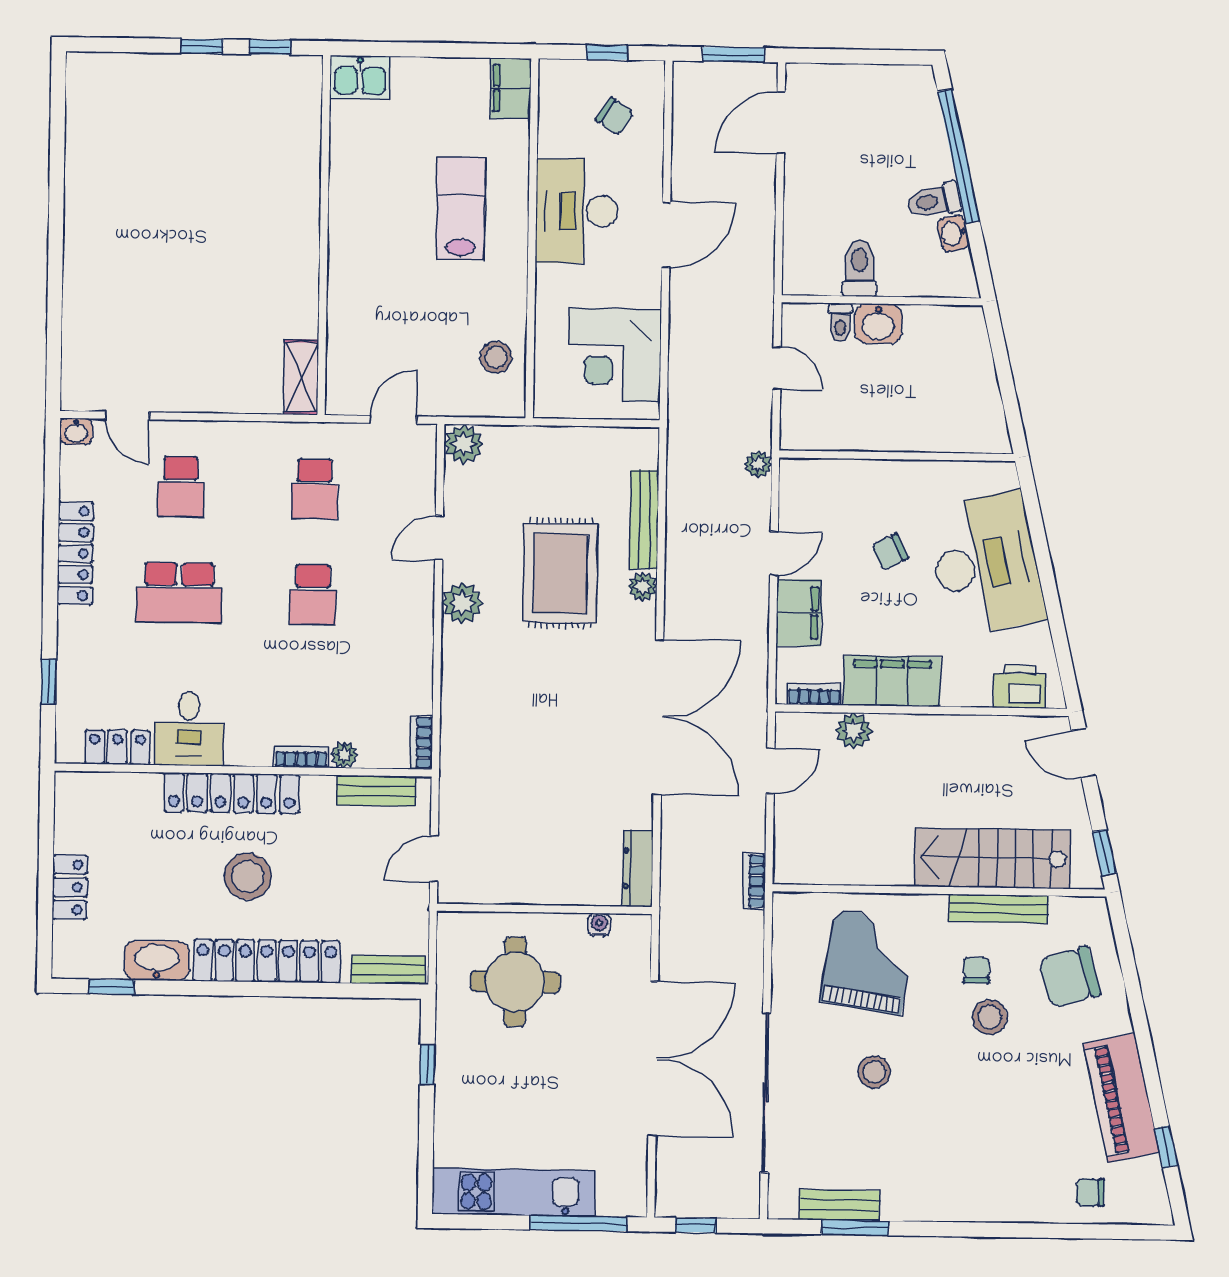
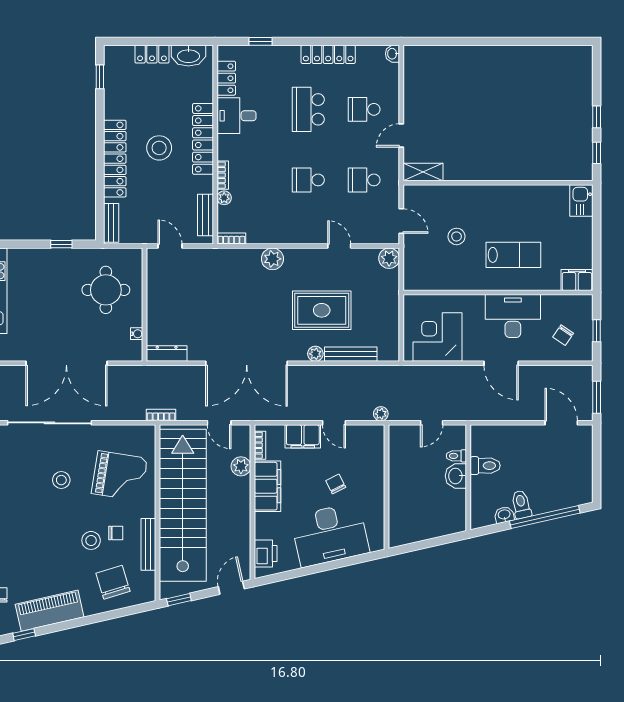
stool: (496, 357) -> (457, 236), moved
door: (127, 415) -> (401, 135), moved
plant: (462, 603) -> (272, 259), moved
stairs: (992, 858) -> (183, 505), width x1.86, depth x1.51
washbasin: (157, 961) -> (188, 56), moved, turned 90

